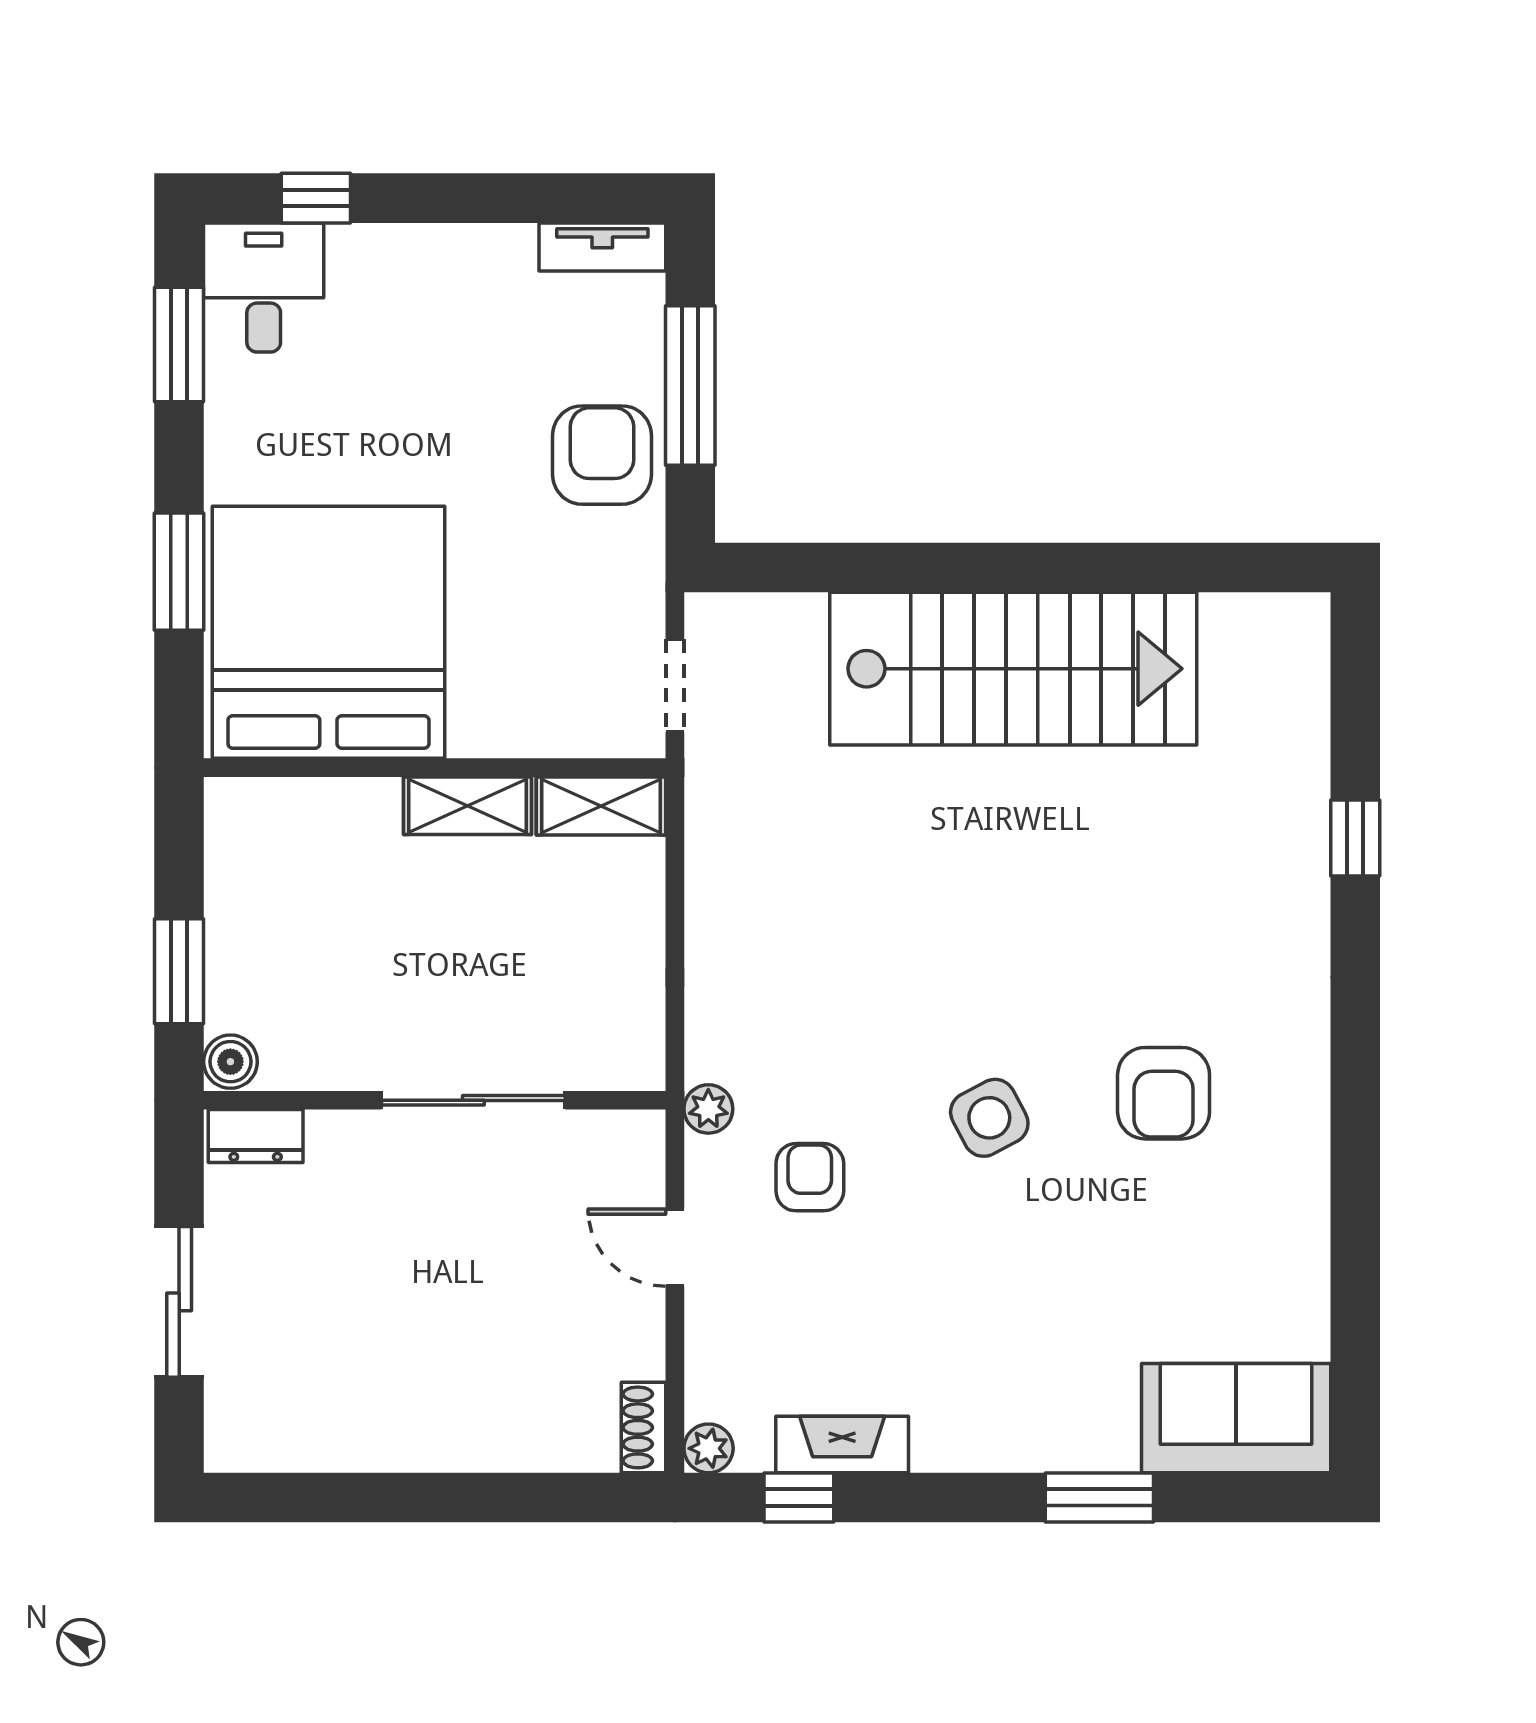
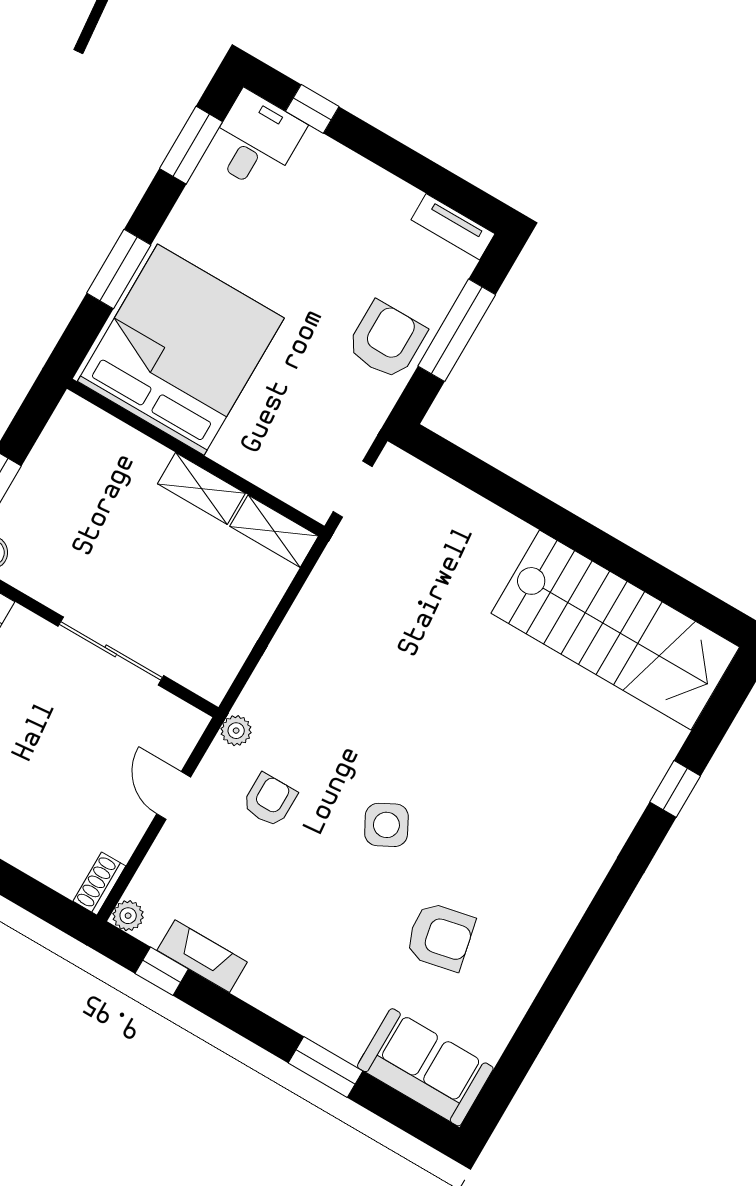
stairs: (1013, 669) -> (615, 630), moved
armchair: (1164, 1093) -> (440, 937), moved, turned -102

